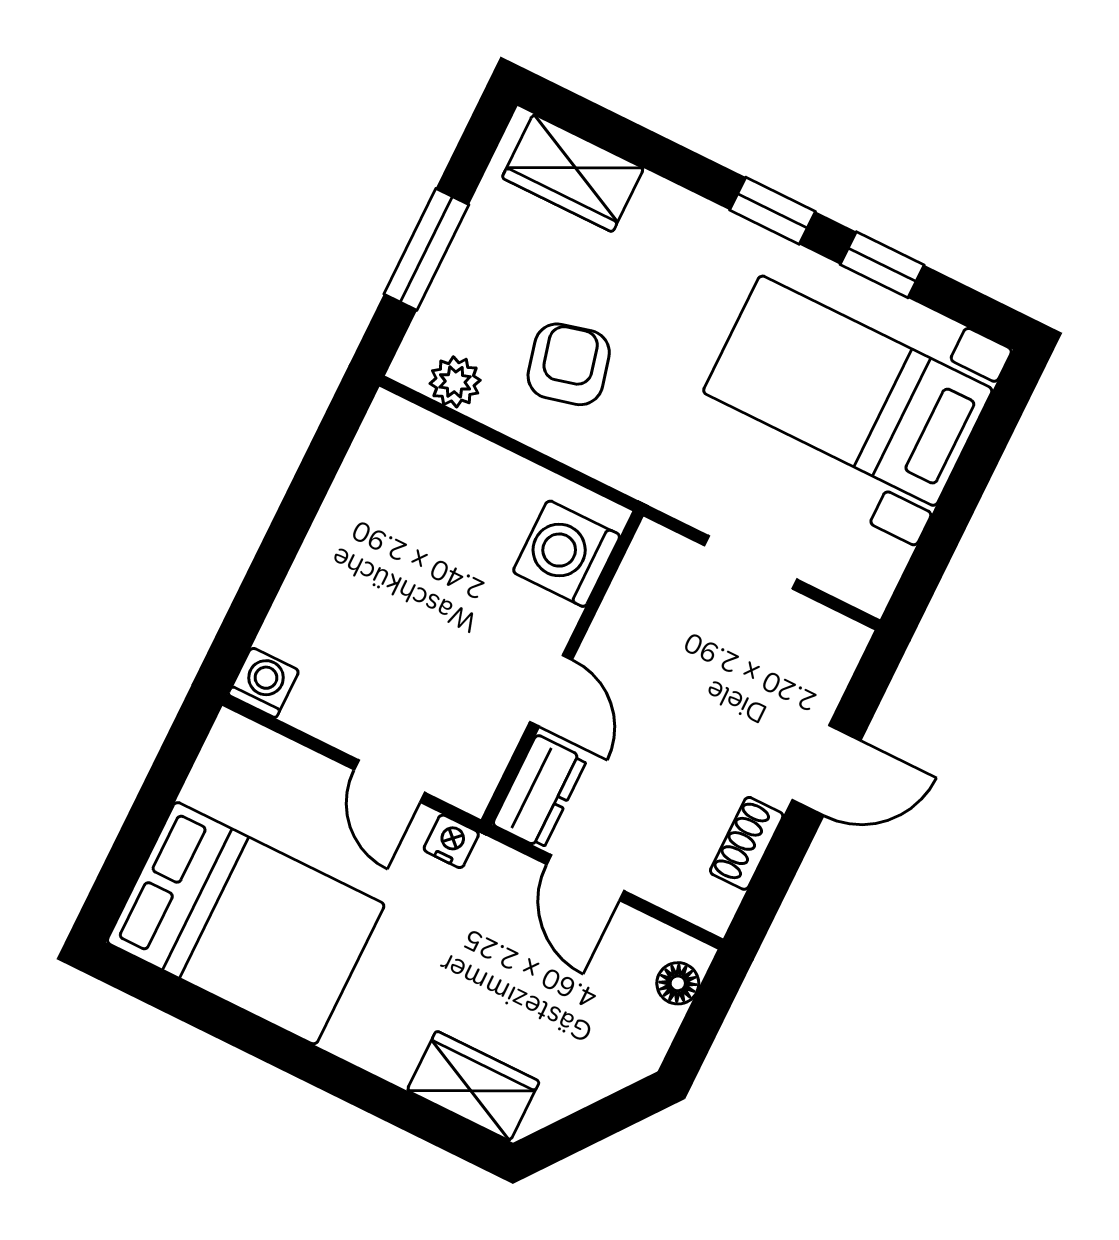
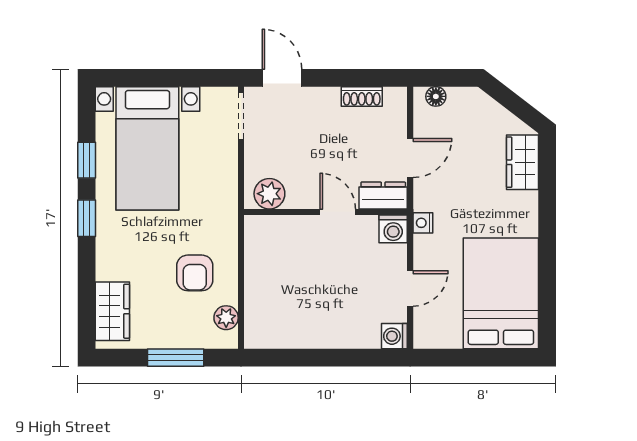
armchair: (569, 364) -> (195, 273), turned -76
washing machine: (566, 554) -> (393, 229), moved, width x0.73, depth x0.73
doorway: (751, 562) -> (241, 116), moved
plant: (649, 579) -> (269, 194), added
door: (551, 691) -> (338, 212), hinge flipped
door: (826, 770) -> (282, 78), moved
door: (389, 781) -> (410, 289), moved

